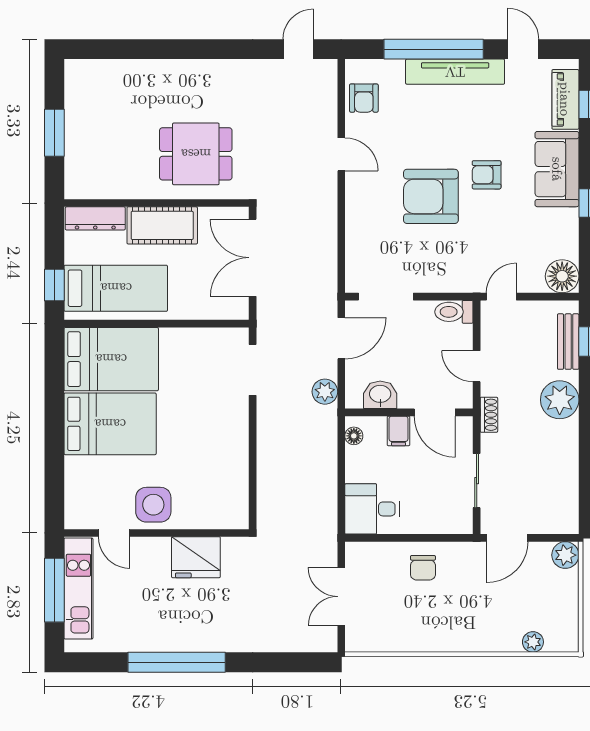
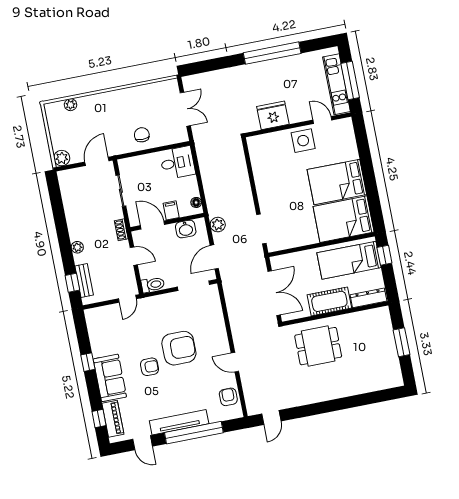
floor lamp: (562, 276) -> (95, 317), removed
plant: (560, 400) -> (77, 247), width x0.53, depth x0.53

